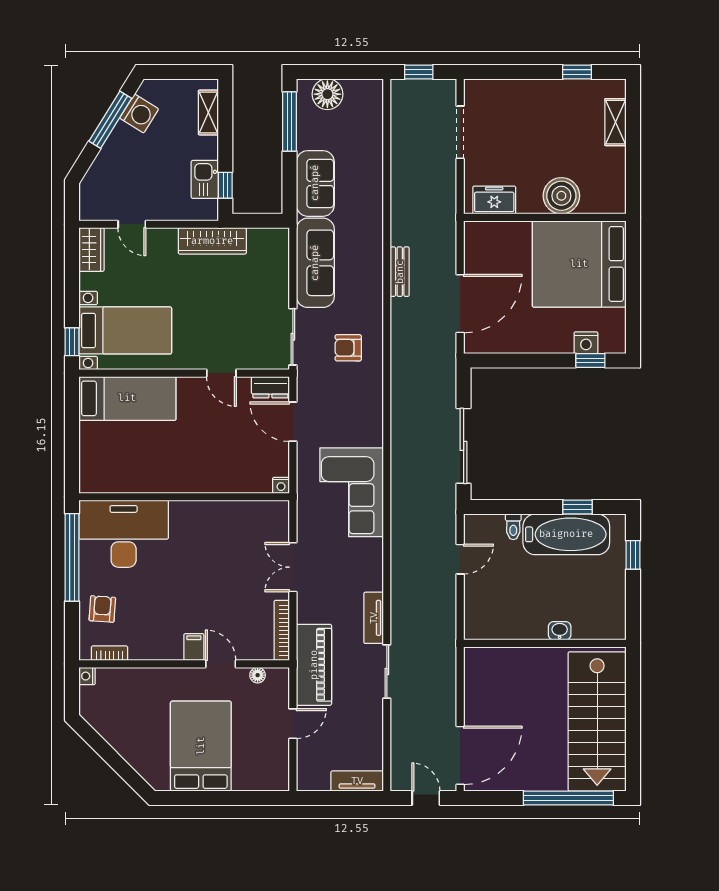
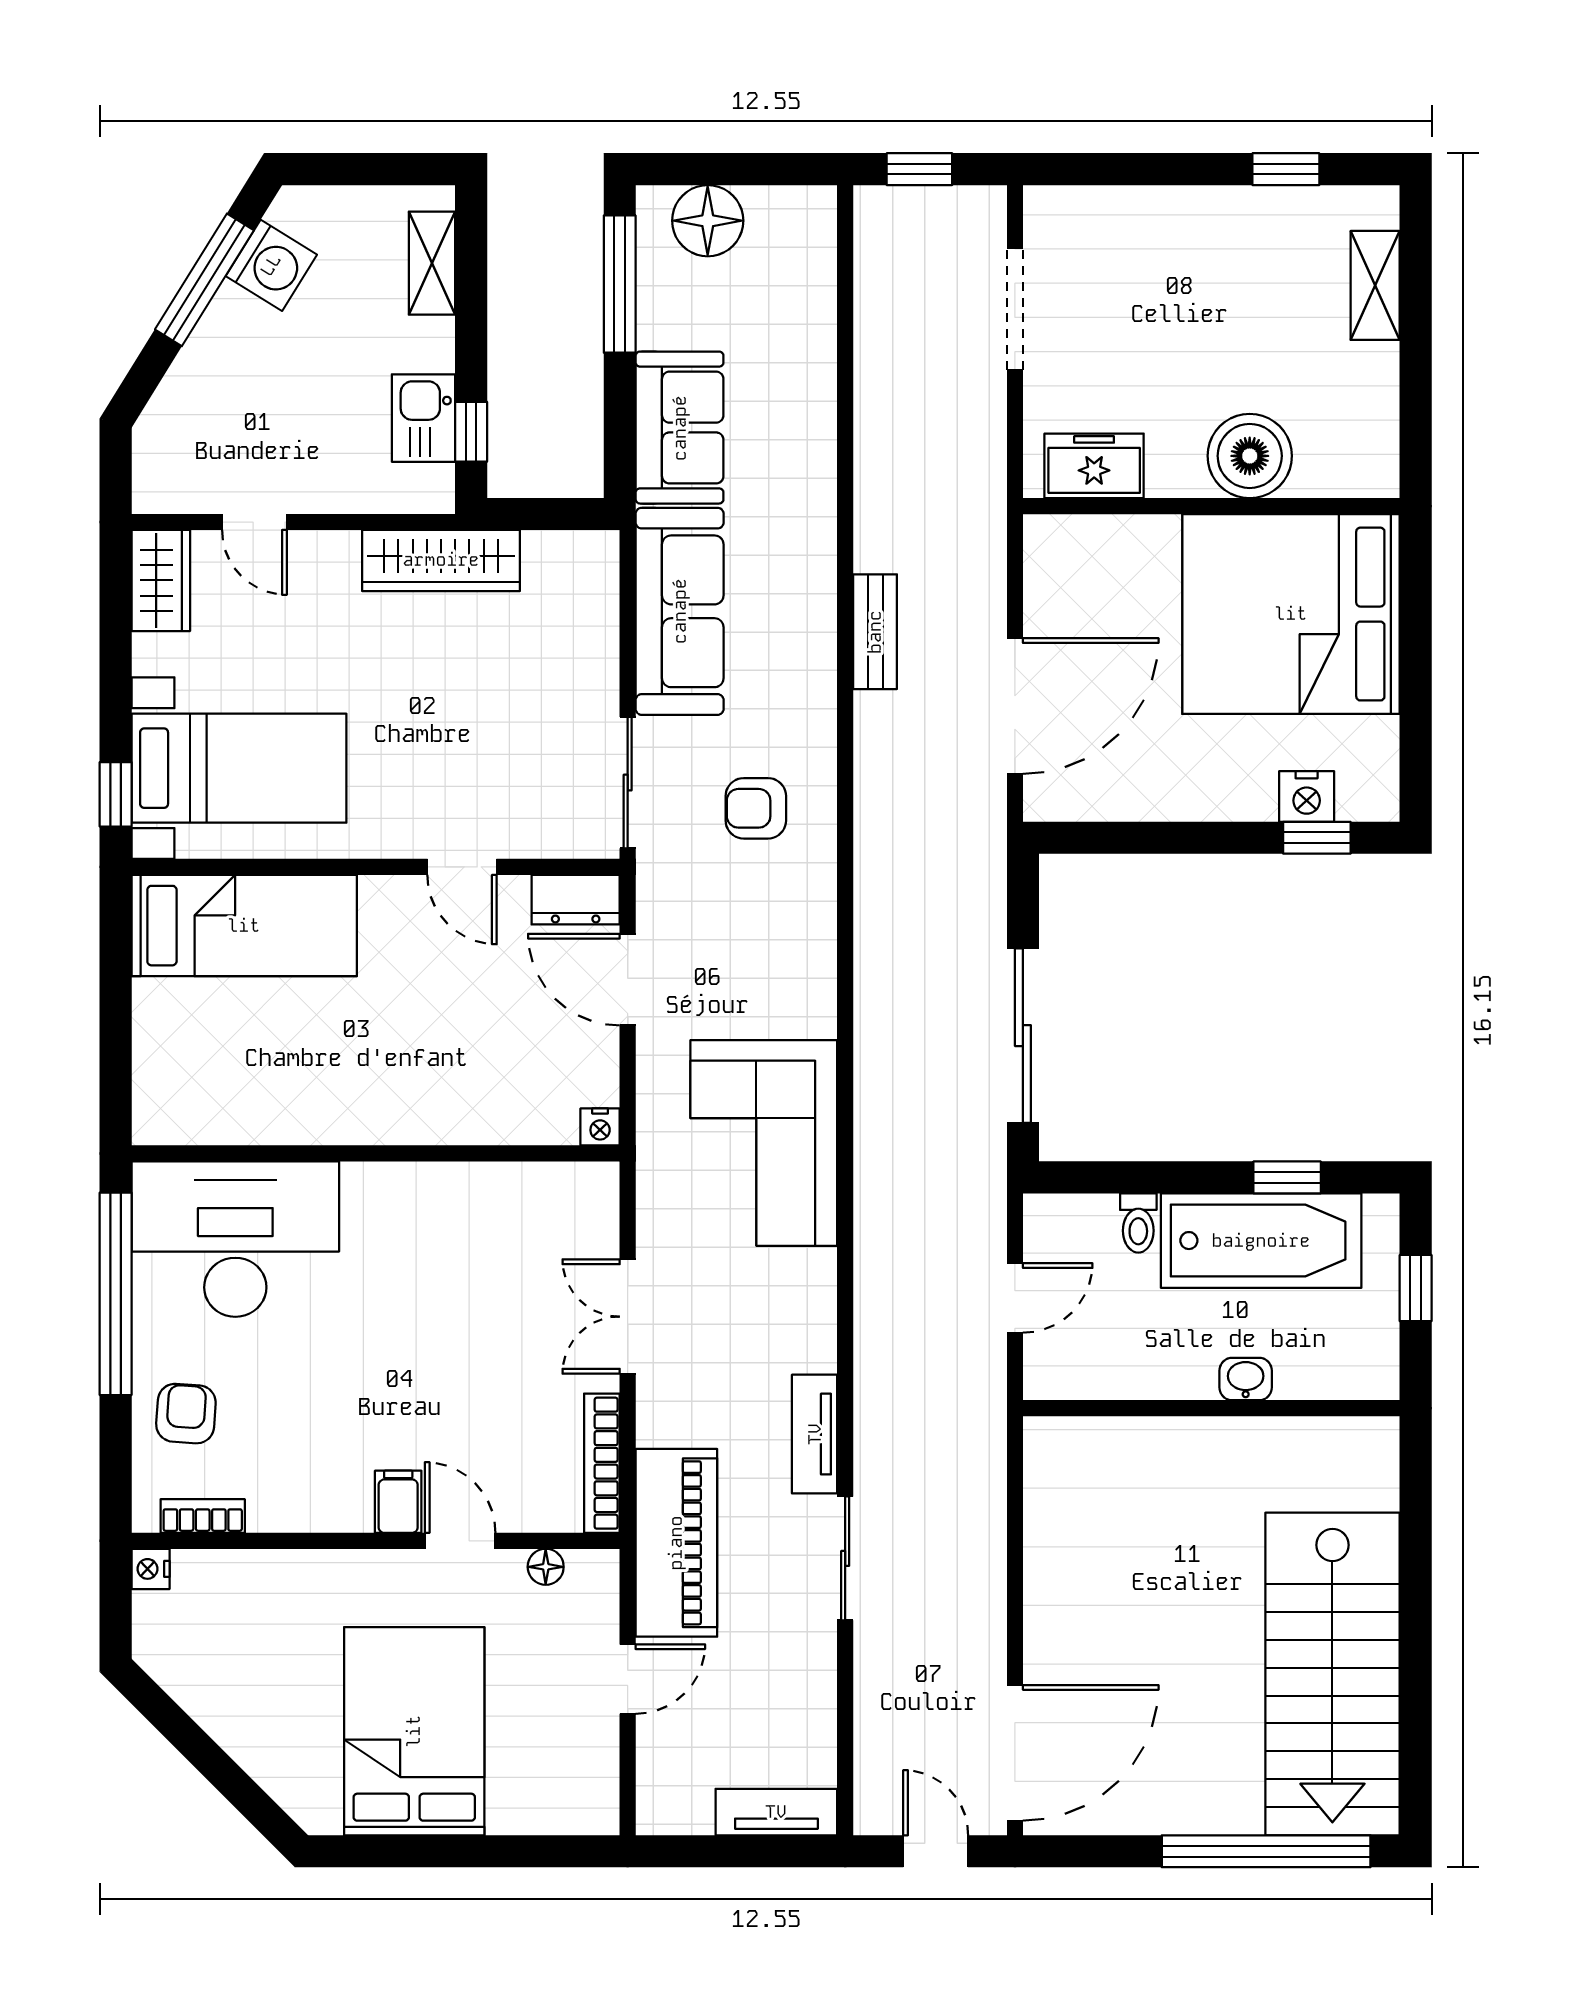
washbasin: (560, 631) -> (1246, 1379), moved
wall: (545, 643) -> (1211, 1408), moved

